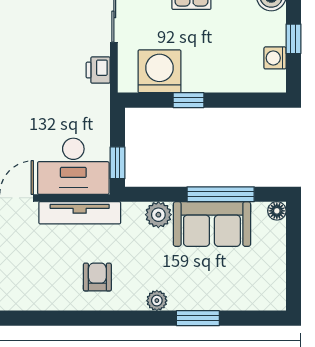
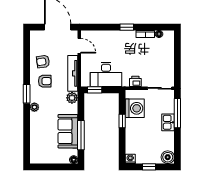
washing machine: (275, 58) -> (130, 159), moved
desk: (73, 166) -> (106, 74), moved, turned -90
plant: (158, 215) -> (72, 98), moved
armchair: (53, 281) -> (43, 62), added
window: (198, 318) -> (27, 94), moved

